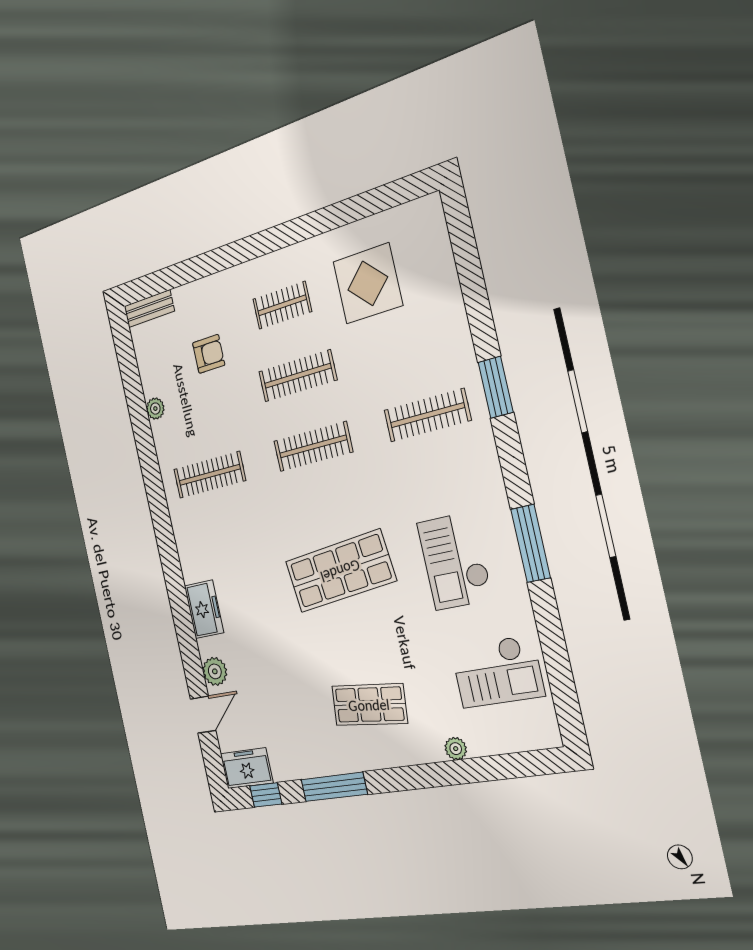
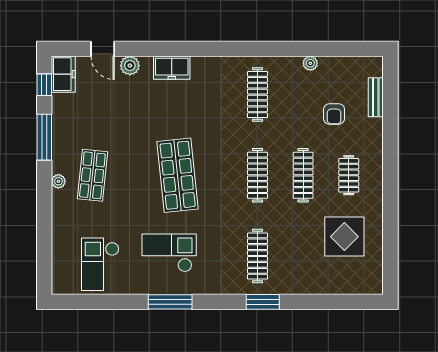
bench: (149, 309) -> (376, 97), moved
plant: (456, 749) -> (58, 181), moved

